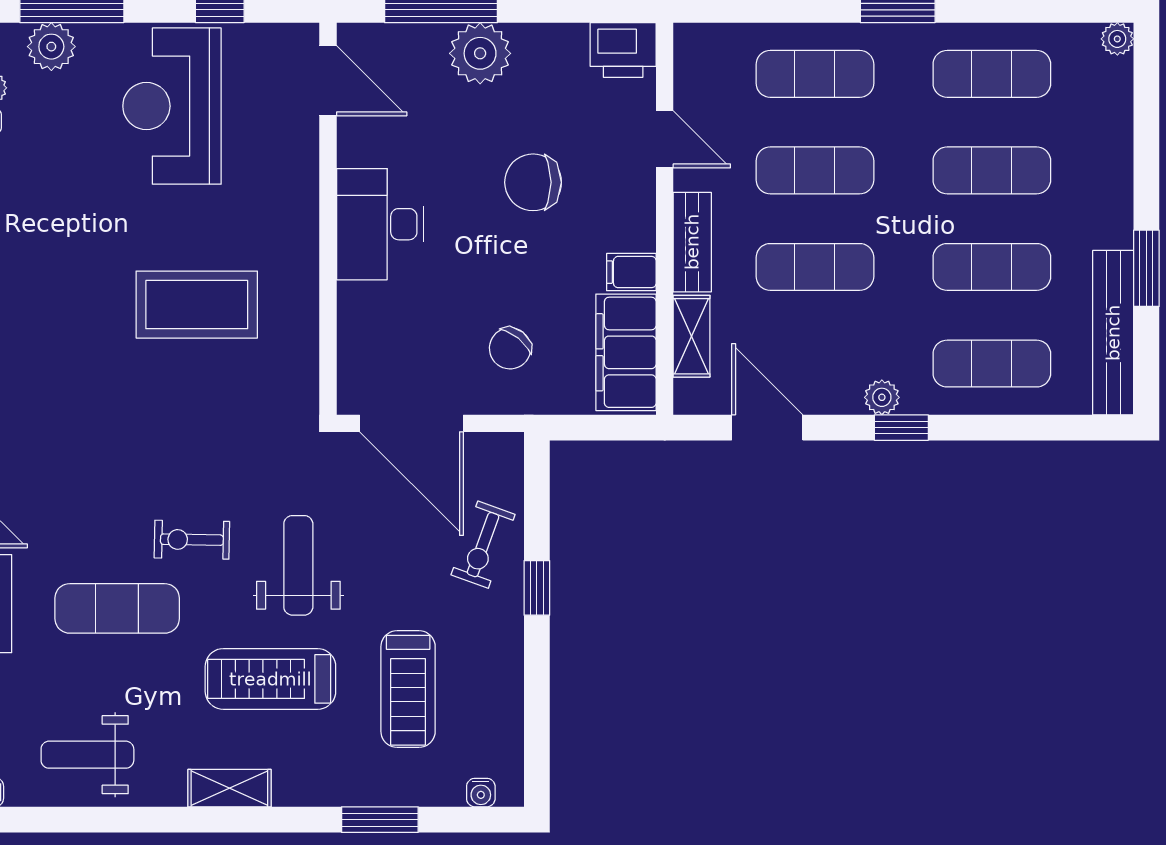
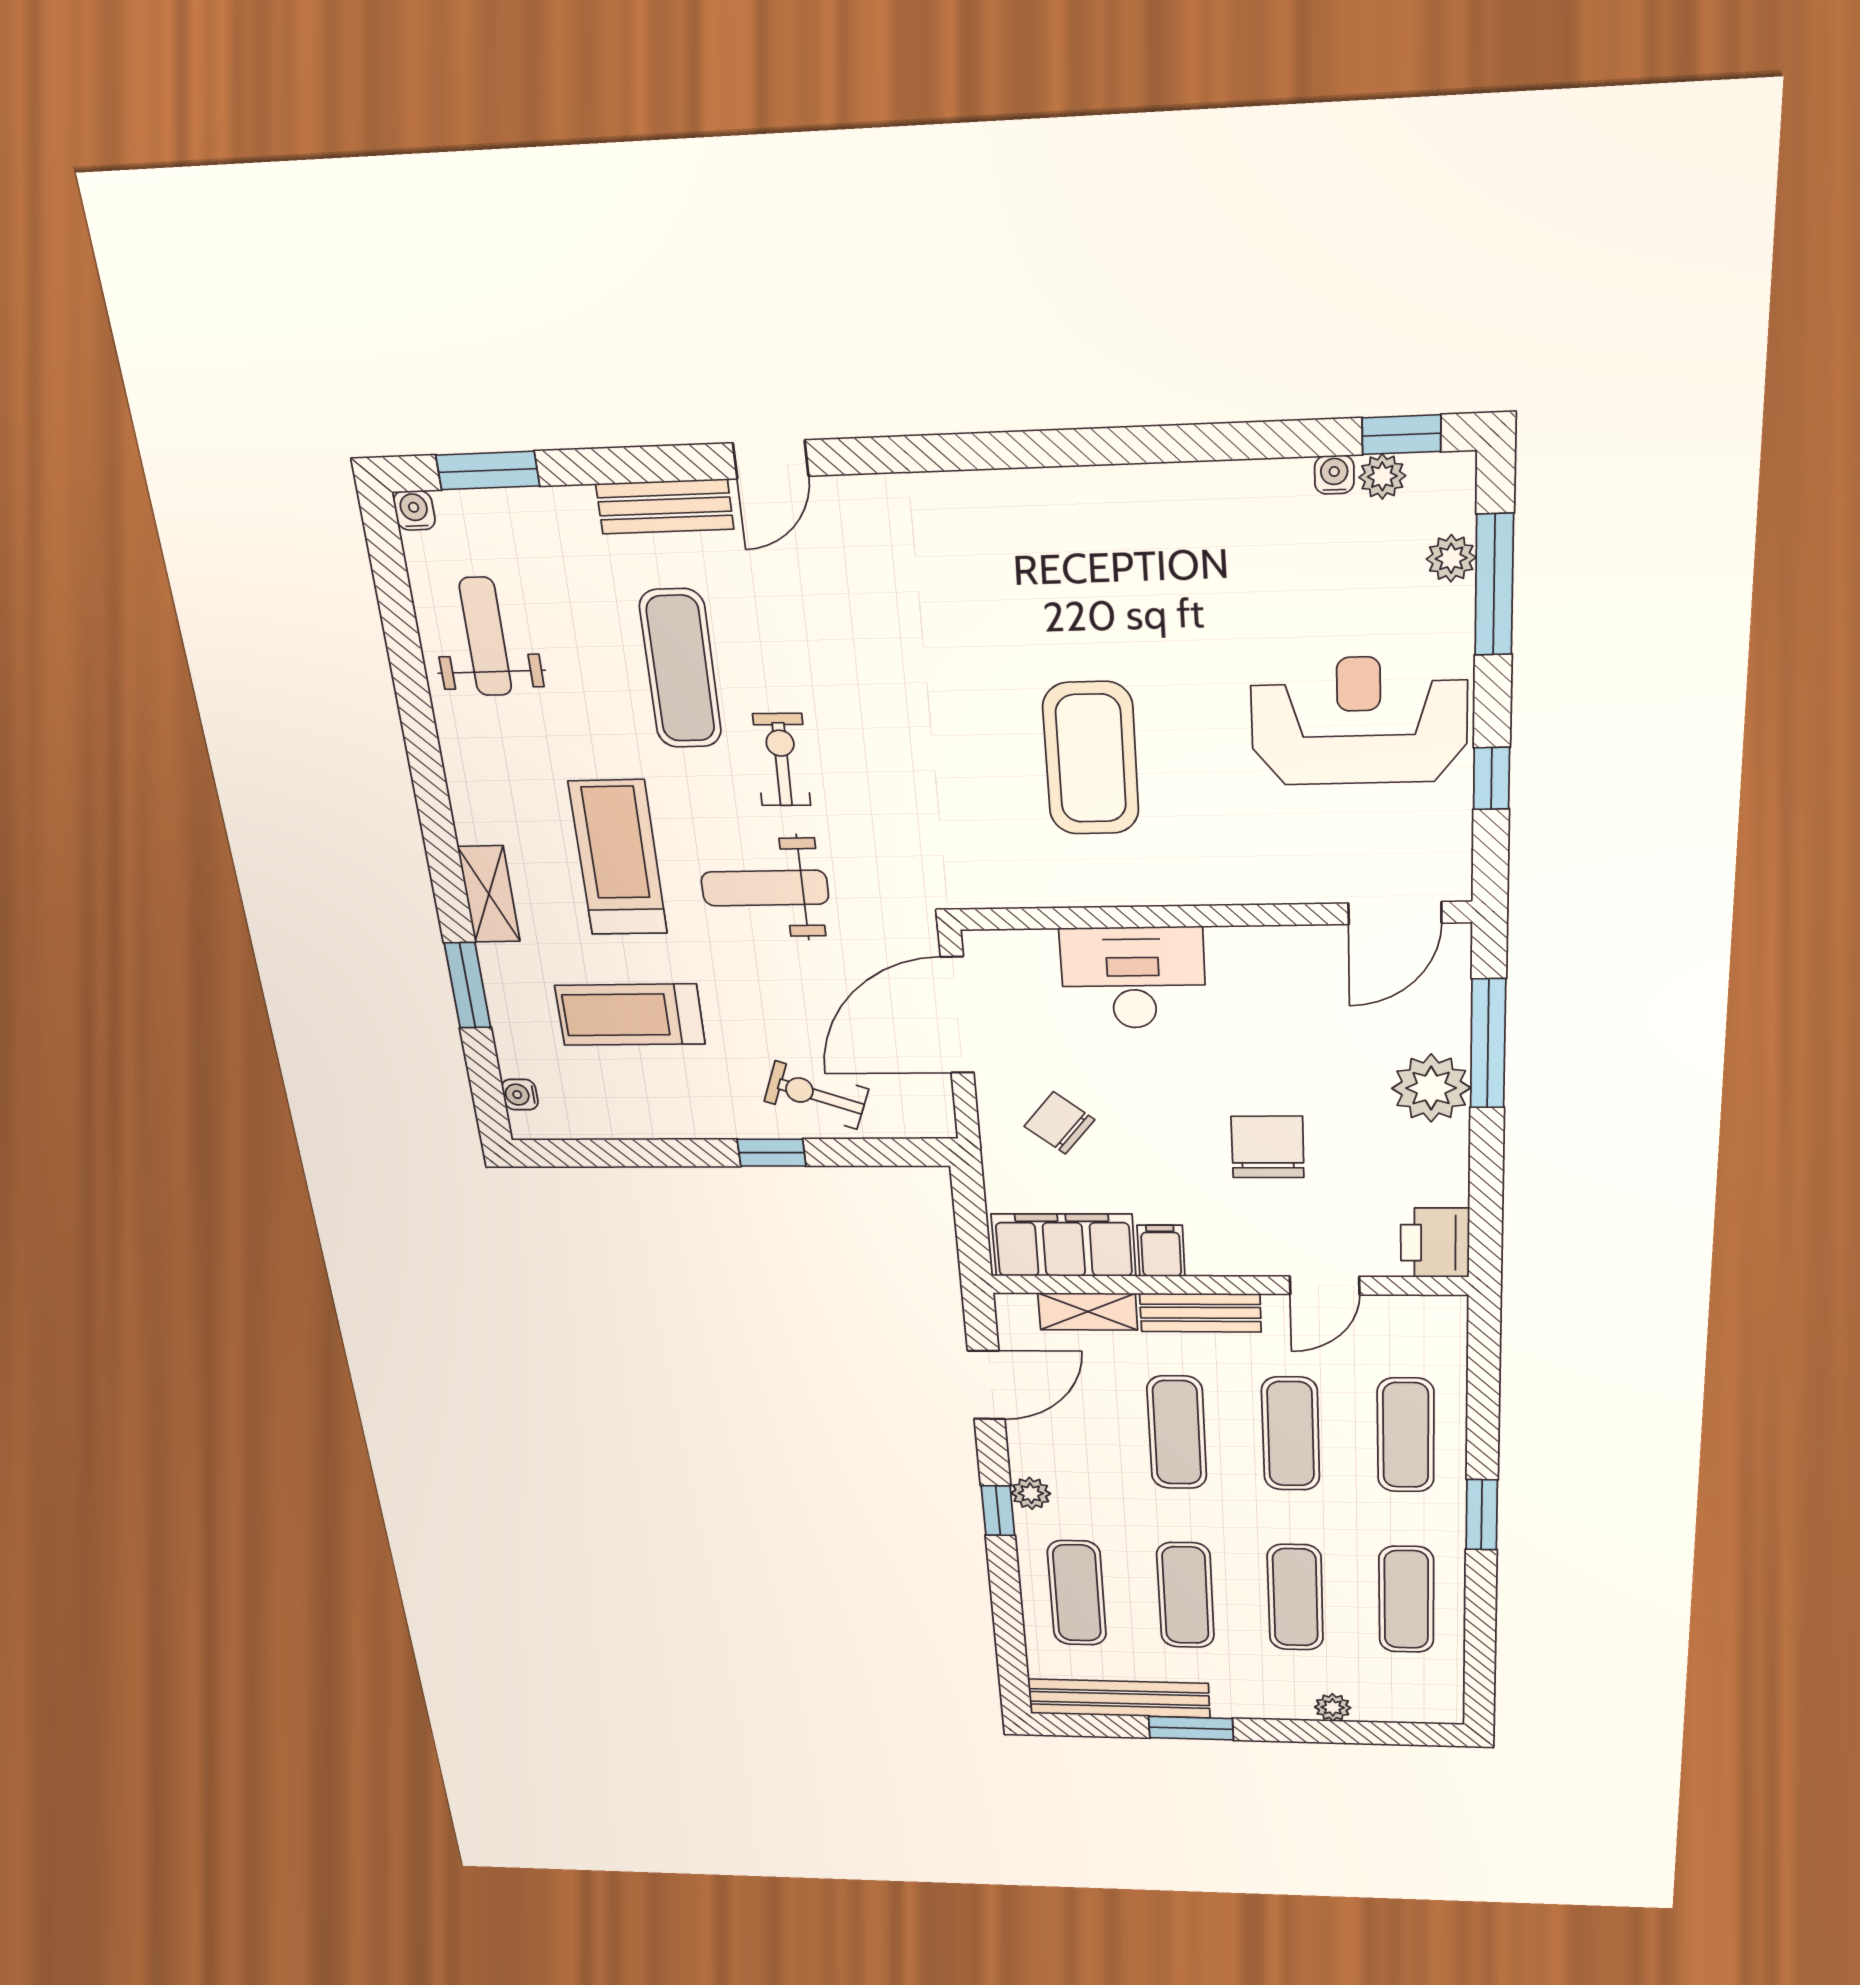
plant: (1117, 39) -> (1333, 1707), moved
plant: (51, 47) -> (1451, 558), width x0.73, depth x0.73
desk: (380, 224) -> (1133, 978), moved
weight bench: (298, 565) -> (765, 888), turned 180
shelving: (229, 788) -> (489, 894), moved

